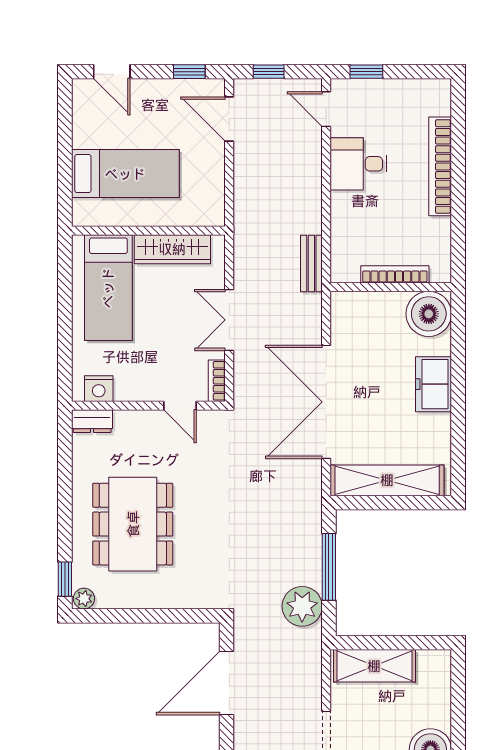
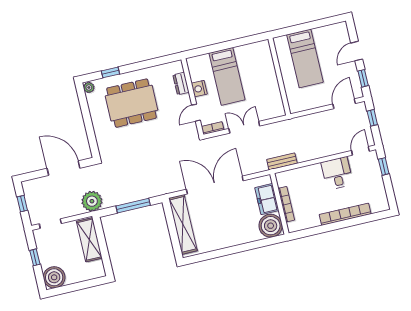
door: (112, 72) -> (357, 51), moved
wardrobe: (172, 249) -> (273, 91), removed
bed: (108, 288) -> (227, 76), moved, turned -90
freezer: (434, 384) -> (267, 199), moved, turned -90
nightstand: (99, 389) -> (199, 89), moved
dresser: (92, 421) -> (181, 84), moved
window: (65, 579) -> (110, 72), moved
plant: (302, 606) -> (92, 201), moved

